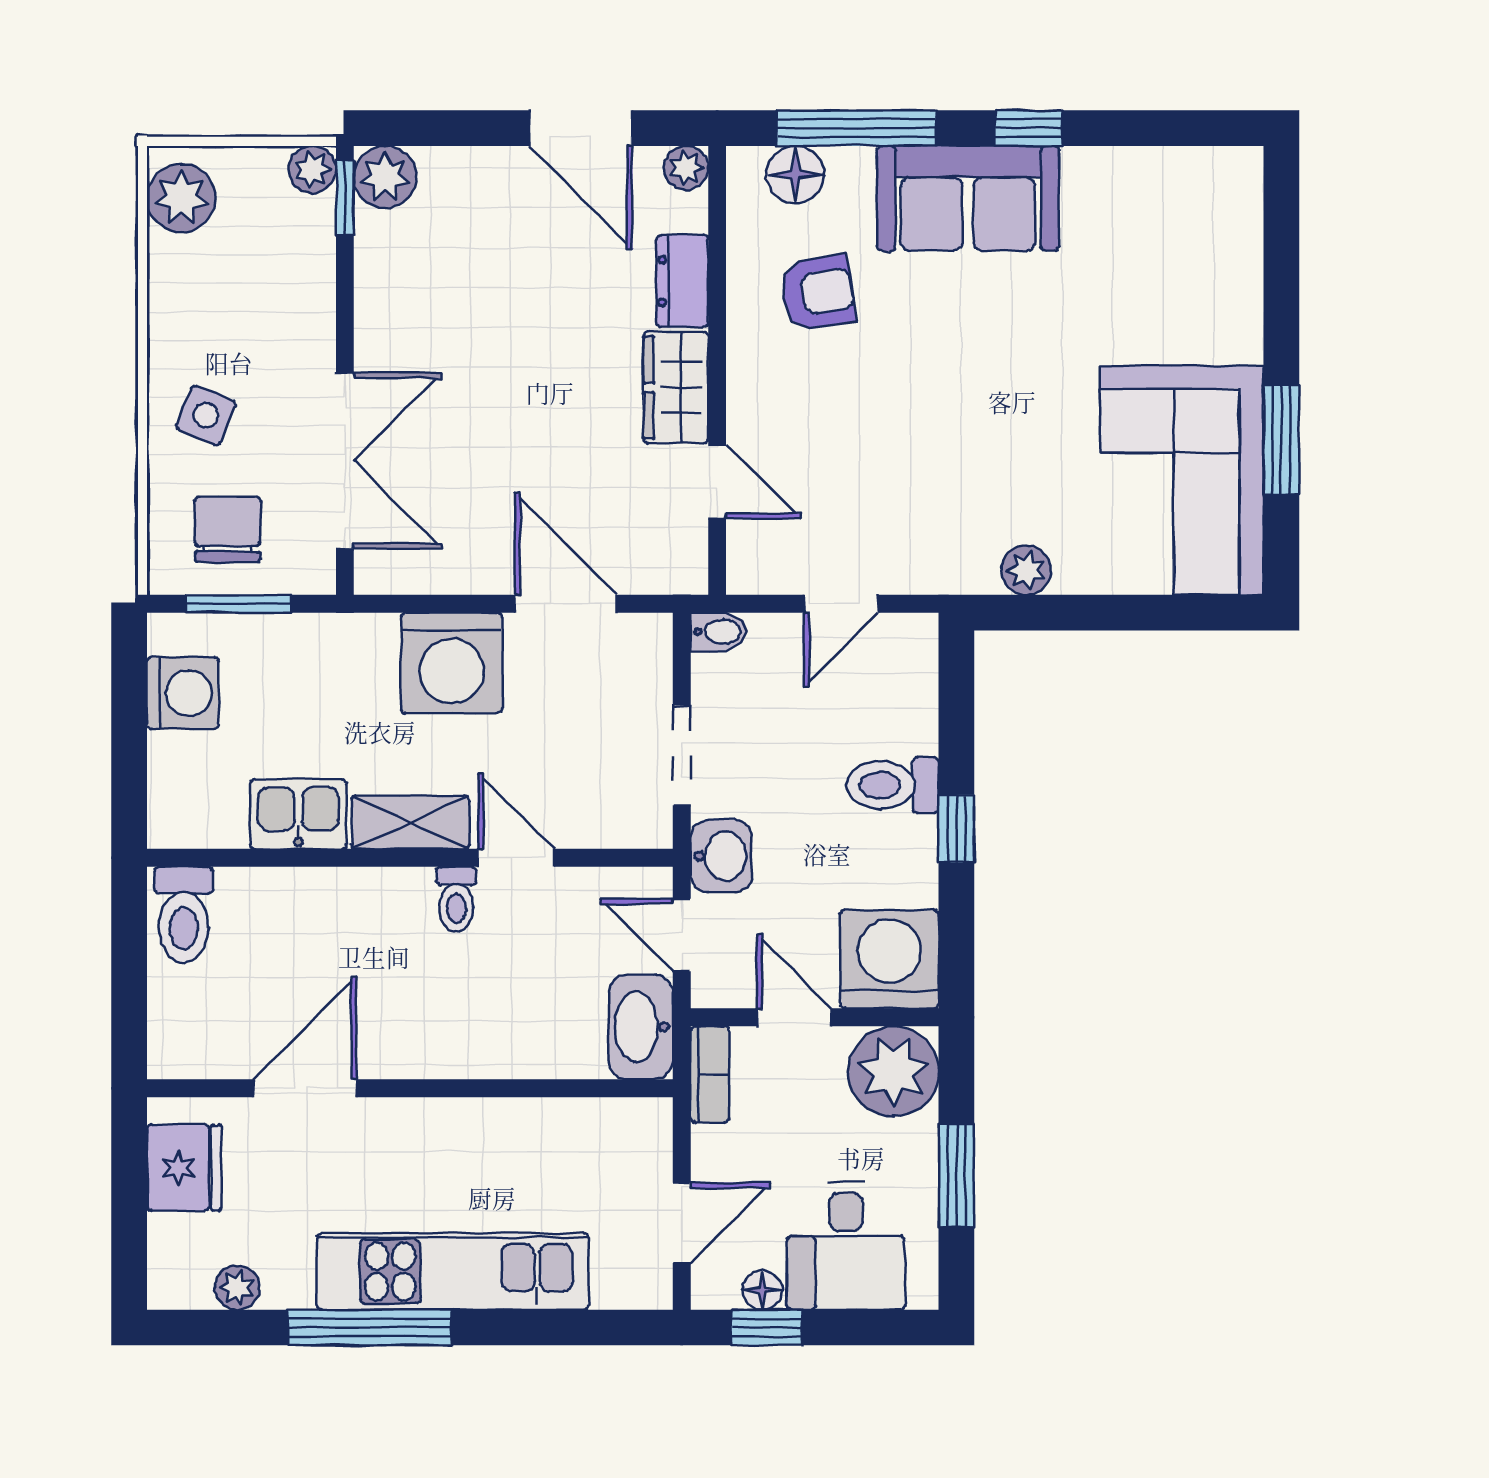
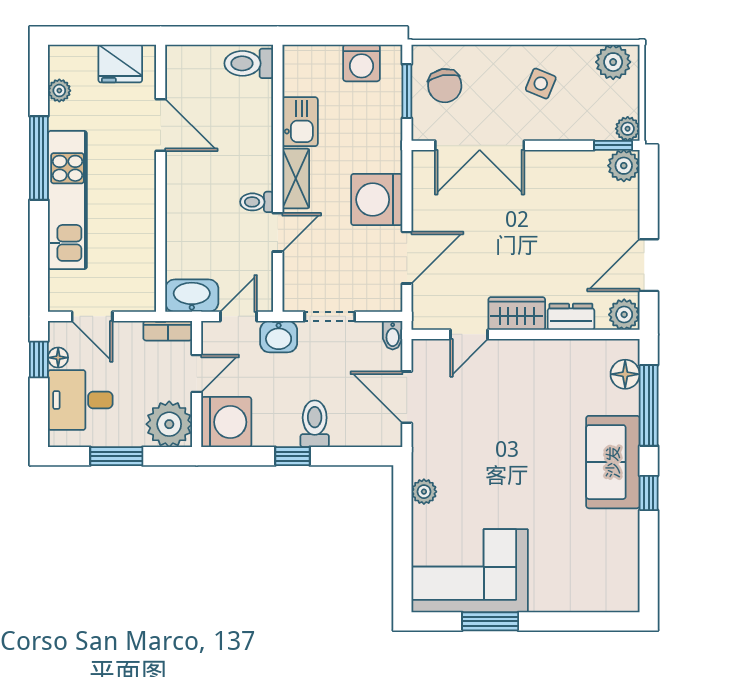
plant: (686, 168) -> (624, 315), width x1.38, depth x1.38
armchair: (818, 293) -> (565, 386), removed
side table: (206, 415) -> (541, 84), moved
chair: (228, 529) -> (445, 86), turned 80
door: (841, 604) -> (407, 397), width x1.38

